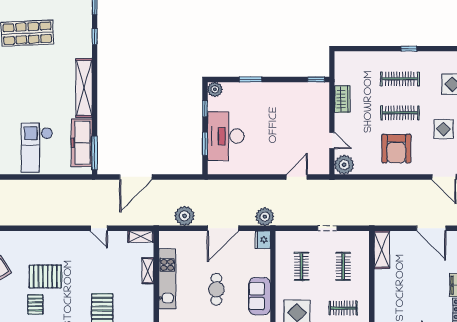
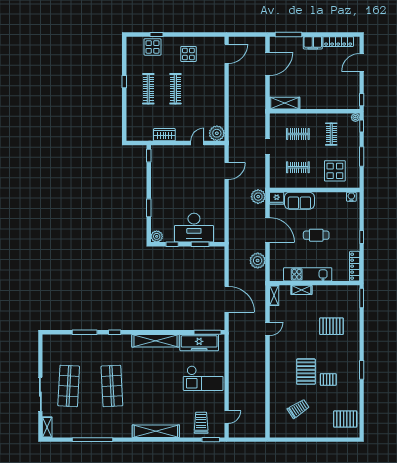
armchair: (396, 149) -> (204, 92), removed
door: (297, 177) -> (227, 171), swing flipped
sofa: (260, 296) -> (299, 201), moved

